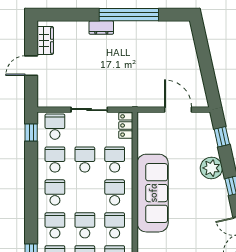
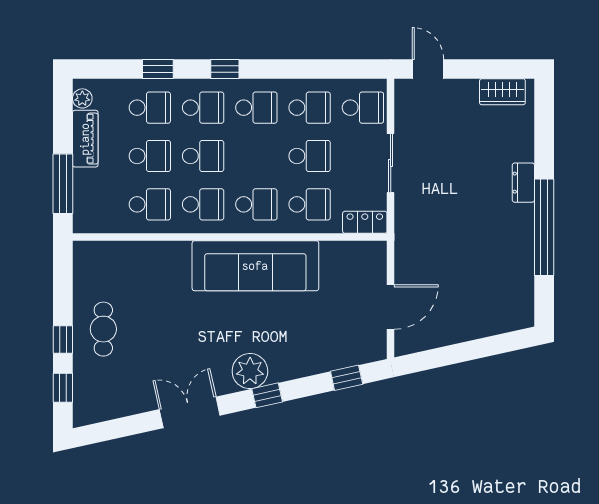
door: (31, 66) -> (428, 69), moved
window: (31, 132) -> (225, 69), moved
plant: (211, 168) -> (250, 371), moved

